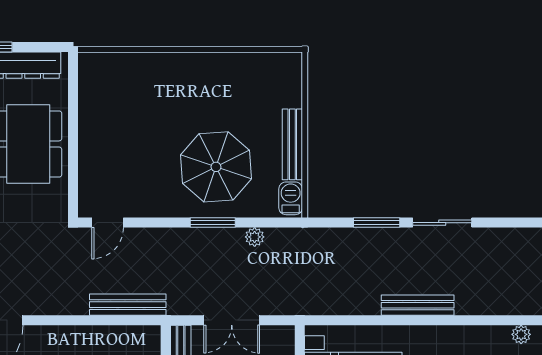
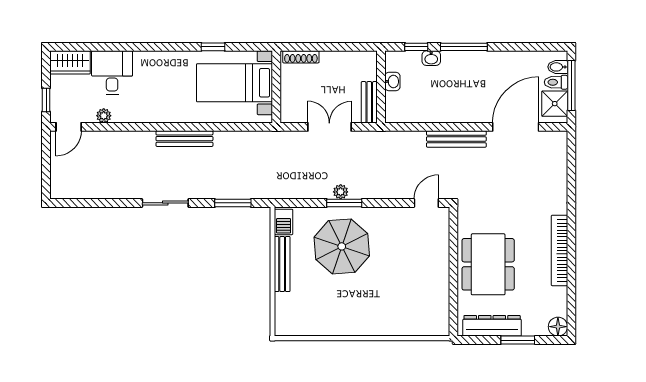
window: (377, 223) -> (233, 203), moved
plant: (255, 237) -> (341, 192), moved
bench: (128, 305) -> (456, 139), moved

